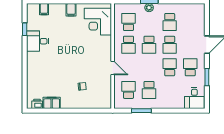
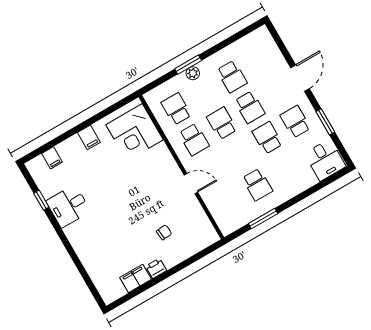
school desk: (149, 45) -> (222, 123), turned 180
school desk: (128, 90) -> (229, 201), removed
printer: (37, 104) -> (156, 268), moved

